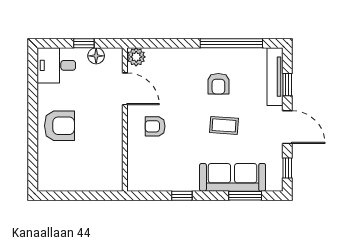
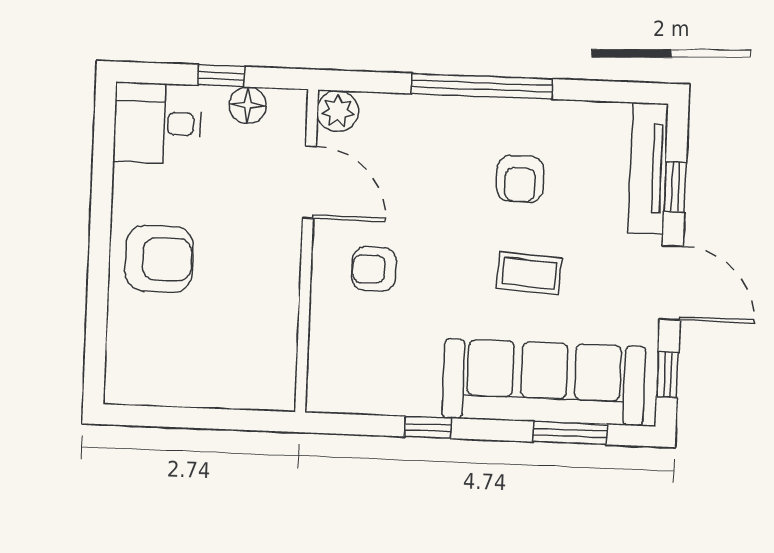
window: (231, 43) -> (482, 86), moved
sofa: (233, 177) -> (544, 382), width x1.36, depth x1.27

